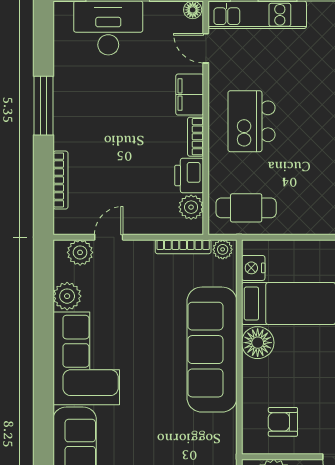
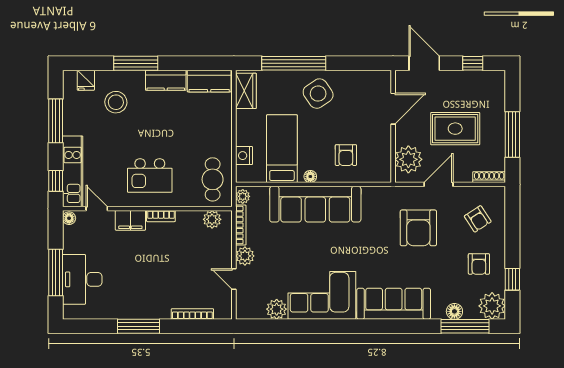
door: (206, 48) -> (97, 209), swing flipped
printer: (189, 176) -> (189, 221), removed
plant: (80, 252) -> (245, 256), moved
nightstand: (253, 268) -> (244, 156), moved, turned 90
floor lamp: (258, 343) -> (310, 176), width x0.53, depth x0.53
armchair: (283, 422) -> (346, 155), moved

